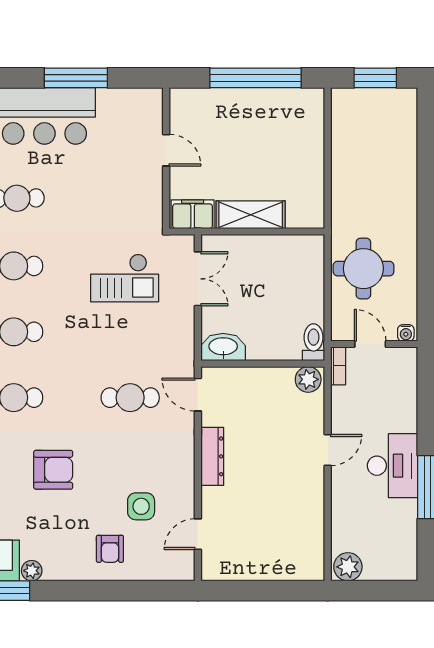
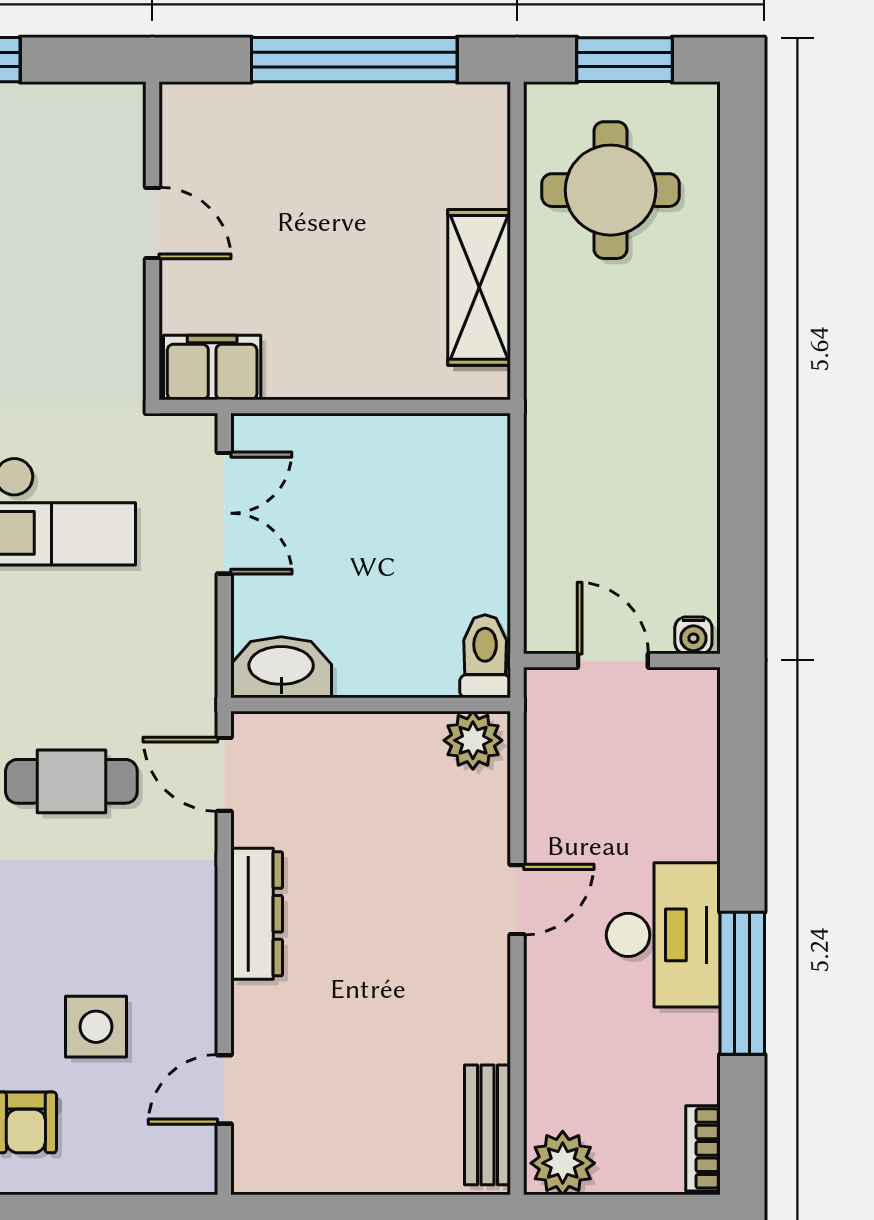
shelving: (251, 215) -> (479, 287), moved, turned 90
round table: (363, 269) -> (611, 190), moved
bookcase: (338, 366) -> (703, 1148), moved, turned 180
bench: (315, 550) -> (487, 1125), added

